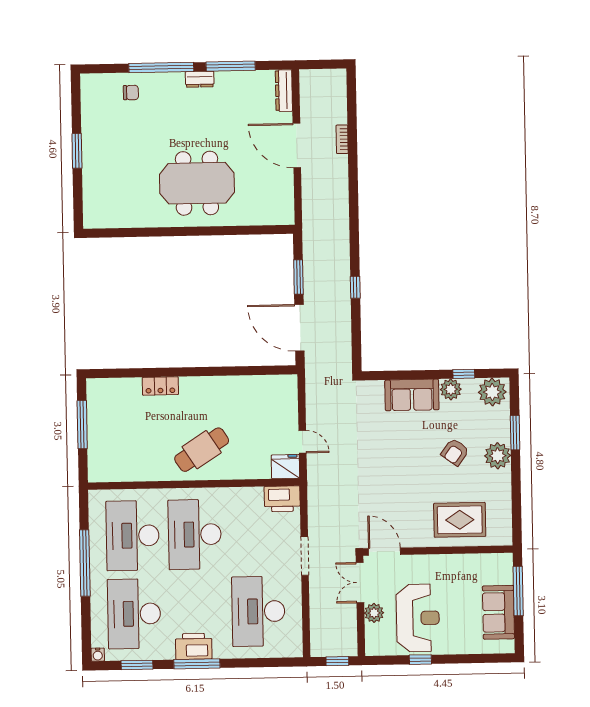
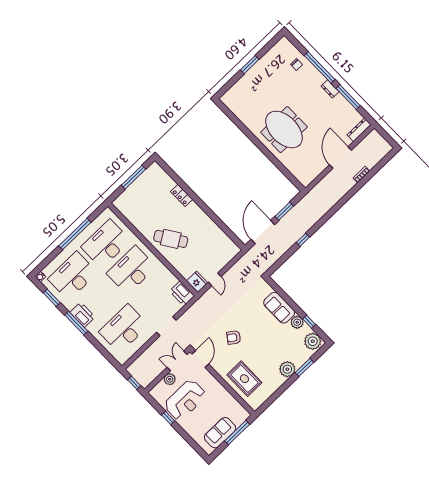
armchair: (455, 452) -> (234, 337), moved

